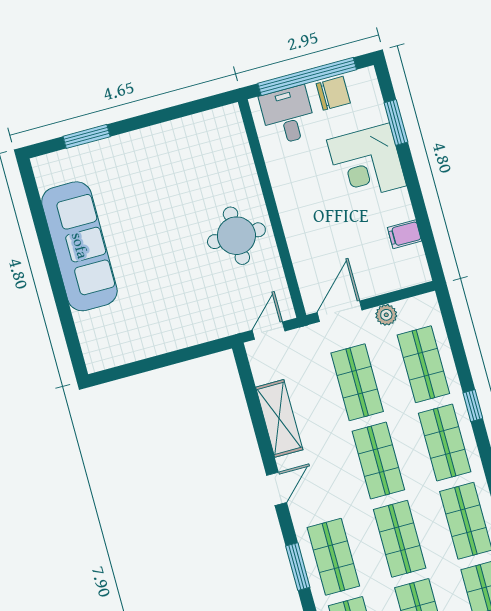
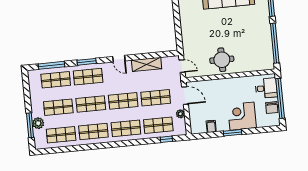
window: (174, 113) -> (275, 43), added
window: (396, 122) -> (232, 133), moved
window: (473, 406) -> (166, 139), moved

